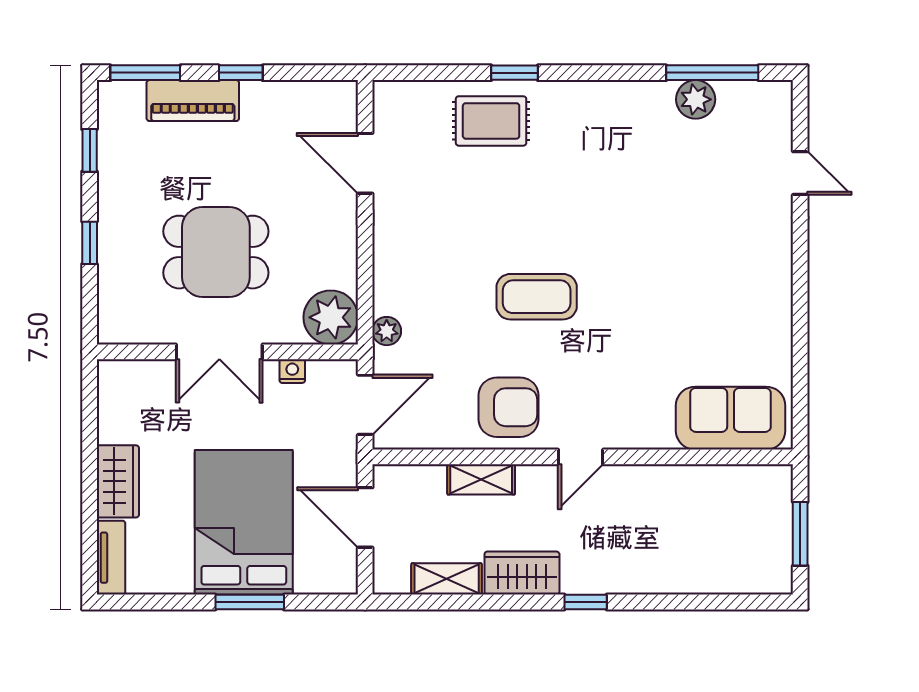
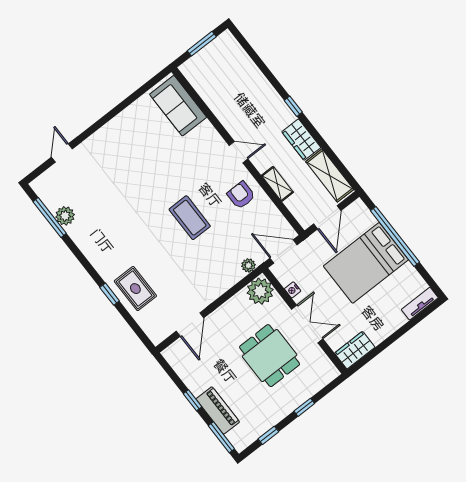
armchair: (509, 407) -> (241, 195), width x0.72, depth x0.72
wardrobe: (118, 481) -> (355, 350), moved
shelving: (447, 579) -> (330, 175), width x1.50, depth x1.33
window: (250, 602) -> (395, 236), width x2.11

